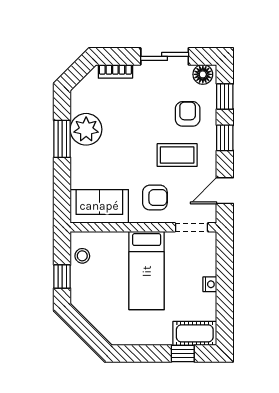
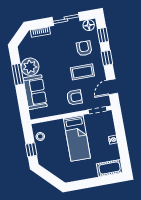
sofa: (99, 206) -> (35, 92), moved, turned 90
window: (183, 353) -> (105, 180), removed

